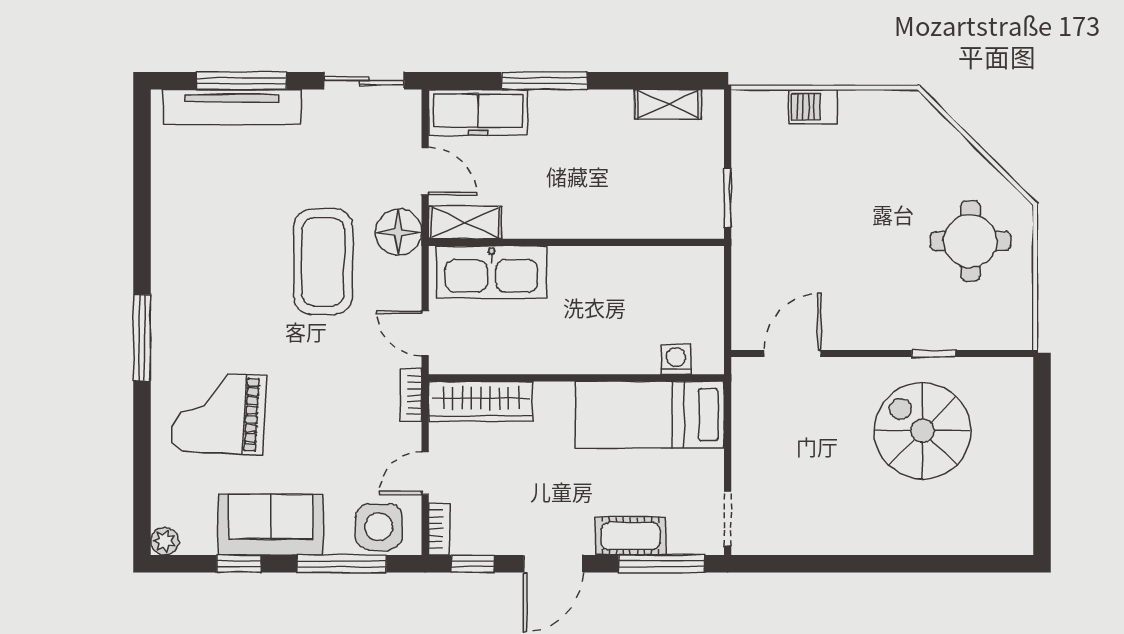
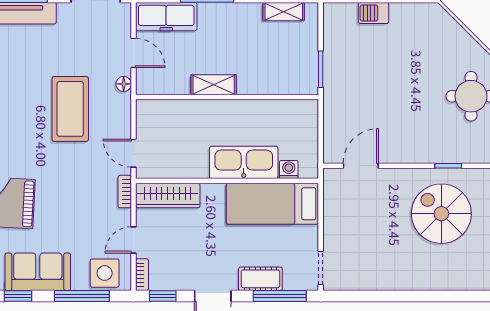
shelving: (465, 222) -> (214, 85), moved
floor lamp: (399, 232) -> (124, 84), width x0.53, depth x0.53
kitchen sink: (492, 272) -> (244, 162), moved, turned 180

